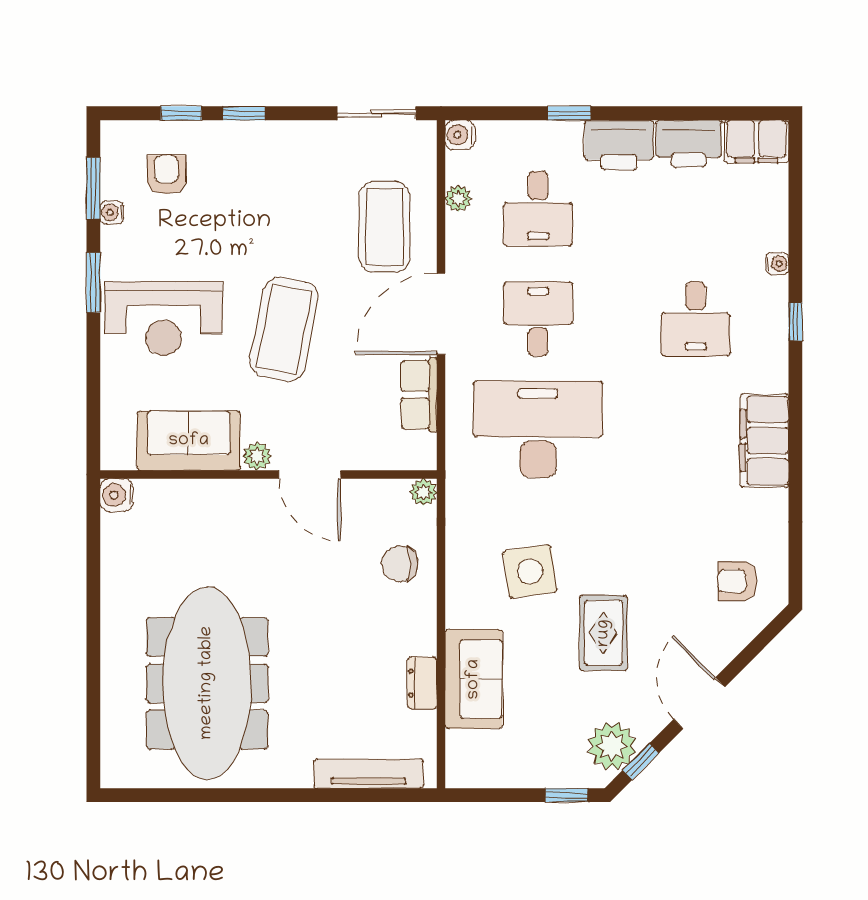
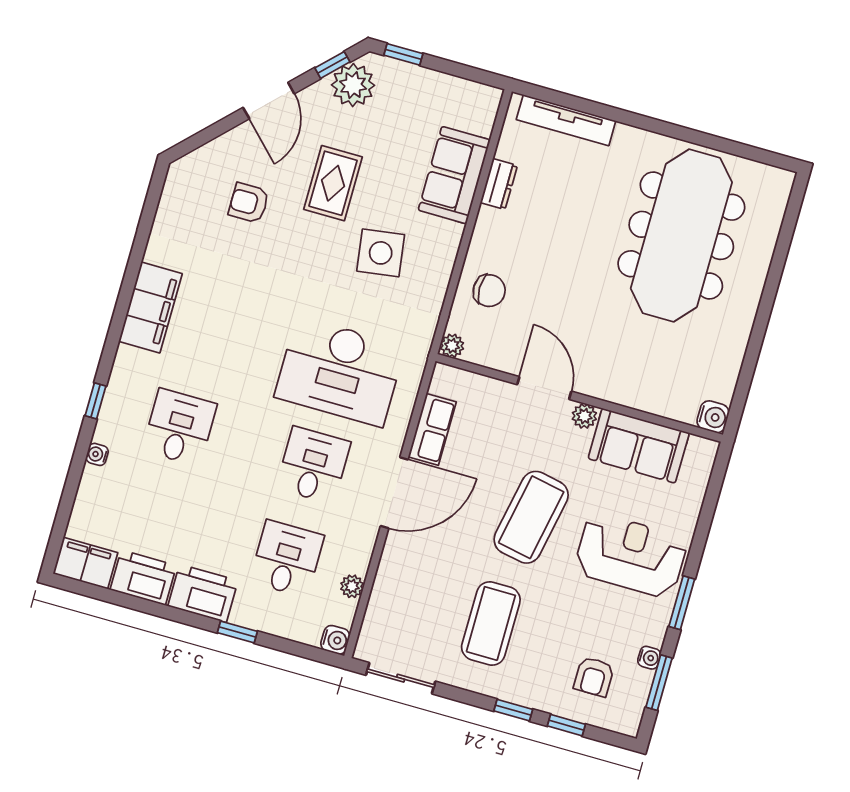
coffee table: (385, 227) -> (491, 623), moved
desk: (538, 319) -> (313, 465), turned 180
armchair: (737, 581) -> (249, 203), moved, turned 180

